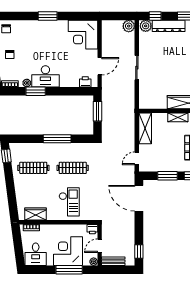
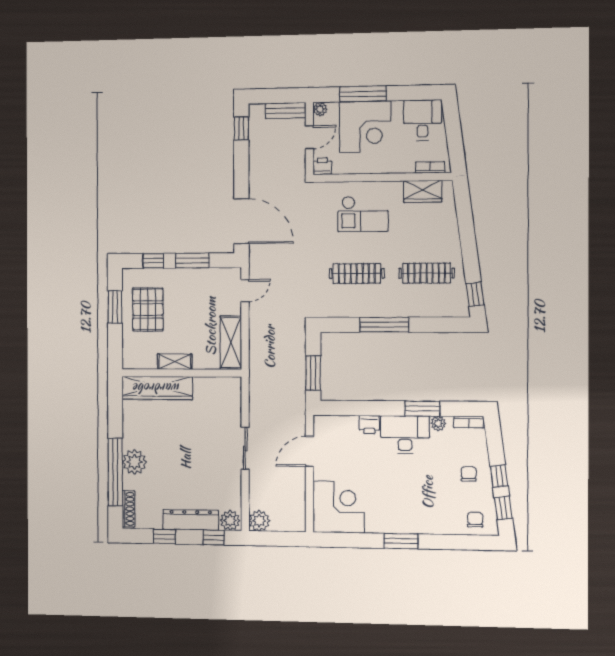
printer: (85, 82) -> (369, 425), moved
checkout: (69, 202) -> (363, 214), turned -90

